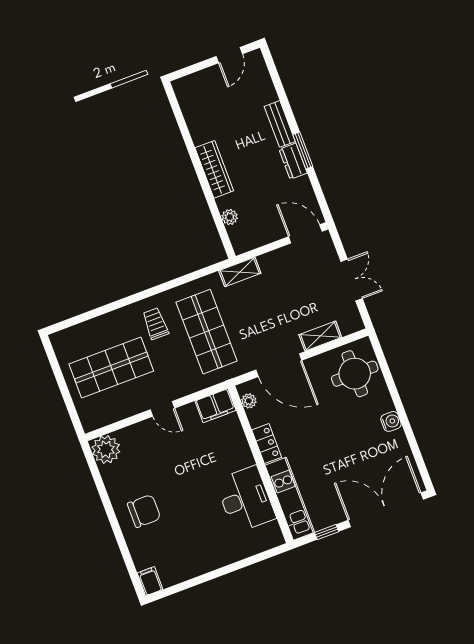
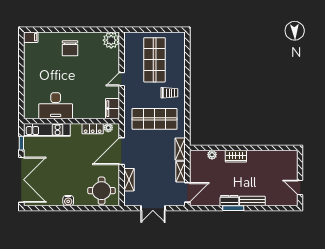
wardrobe: (214, 169) -> (236, 156), width x0.67
shelving: (276, 258) -> (180, 172), added
locker: (267, 444) -> (93, 129), moved

